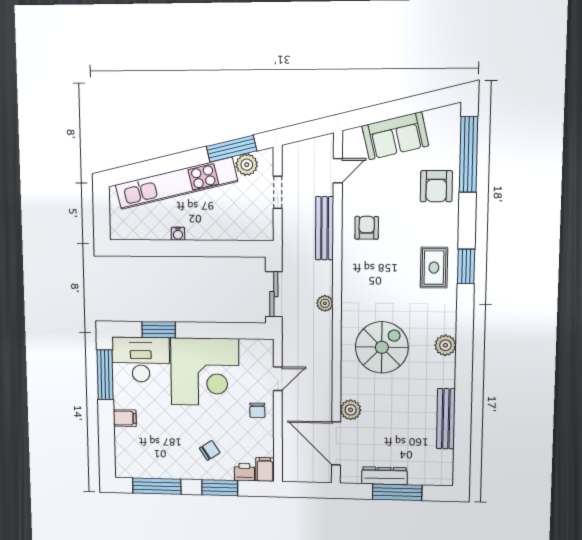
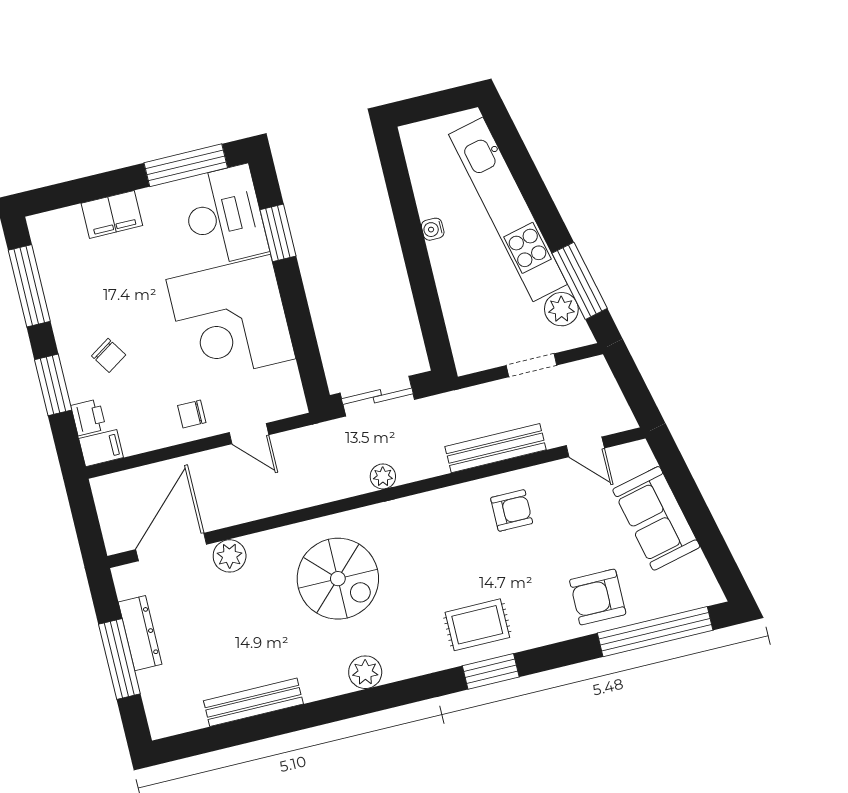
filing cabinet: (125, 418) -> (112, 214), width x2.00

